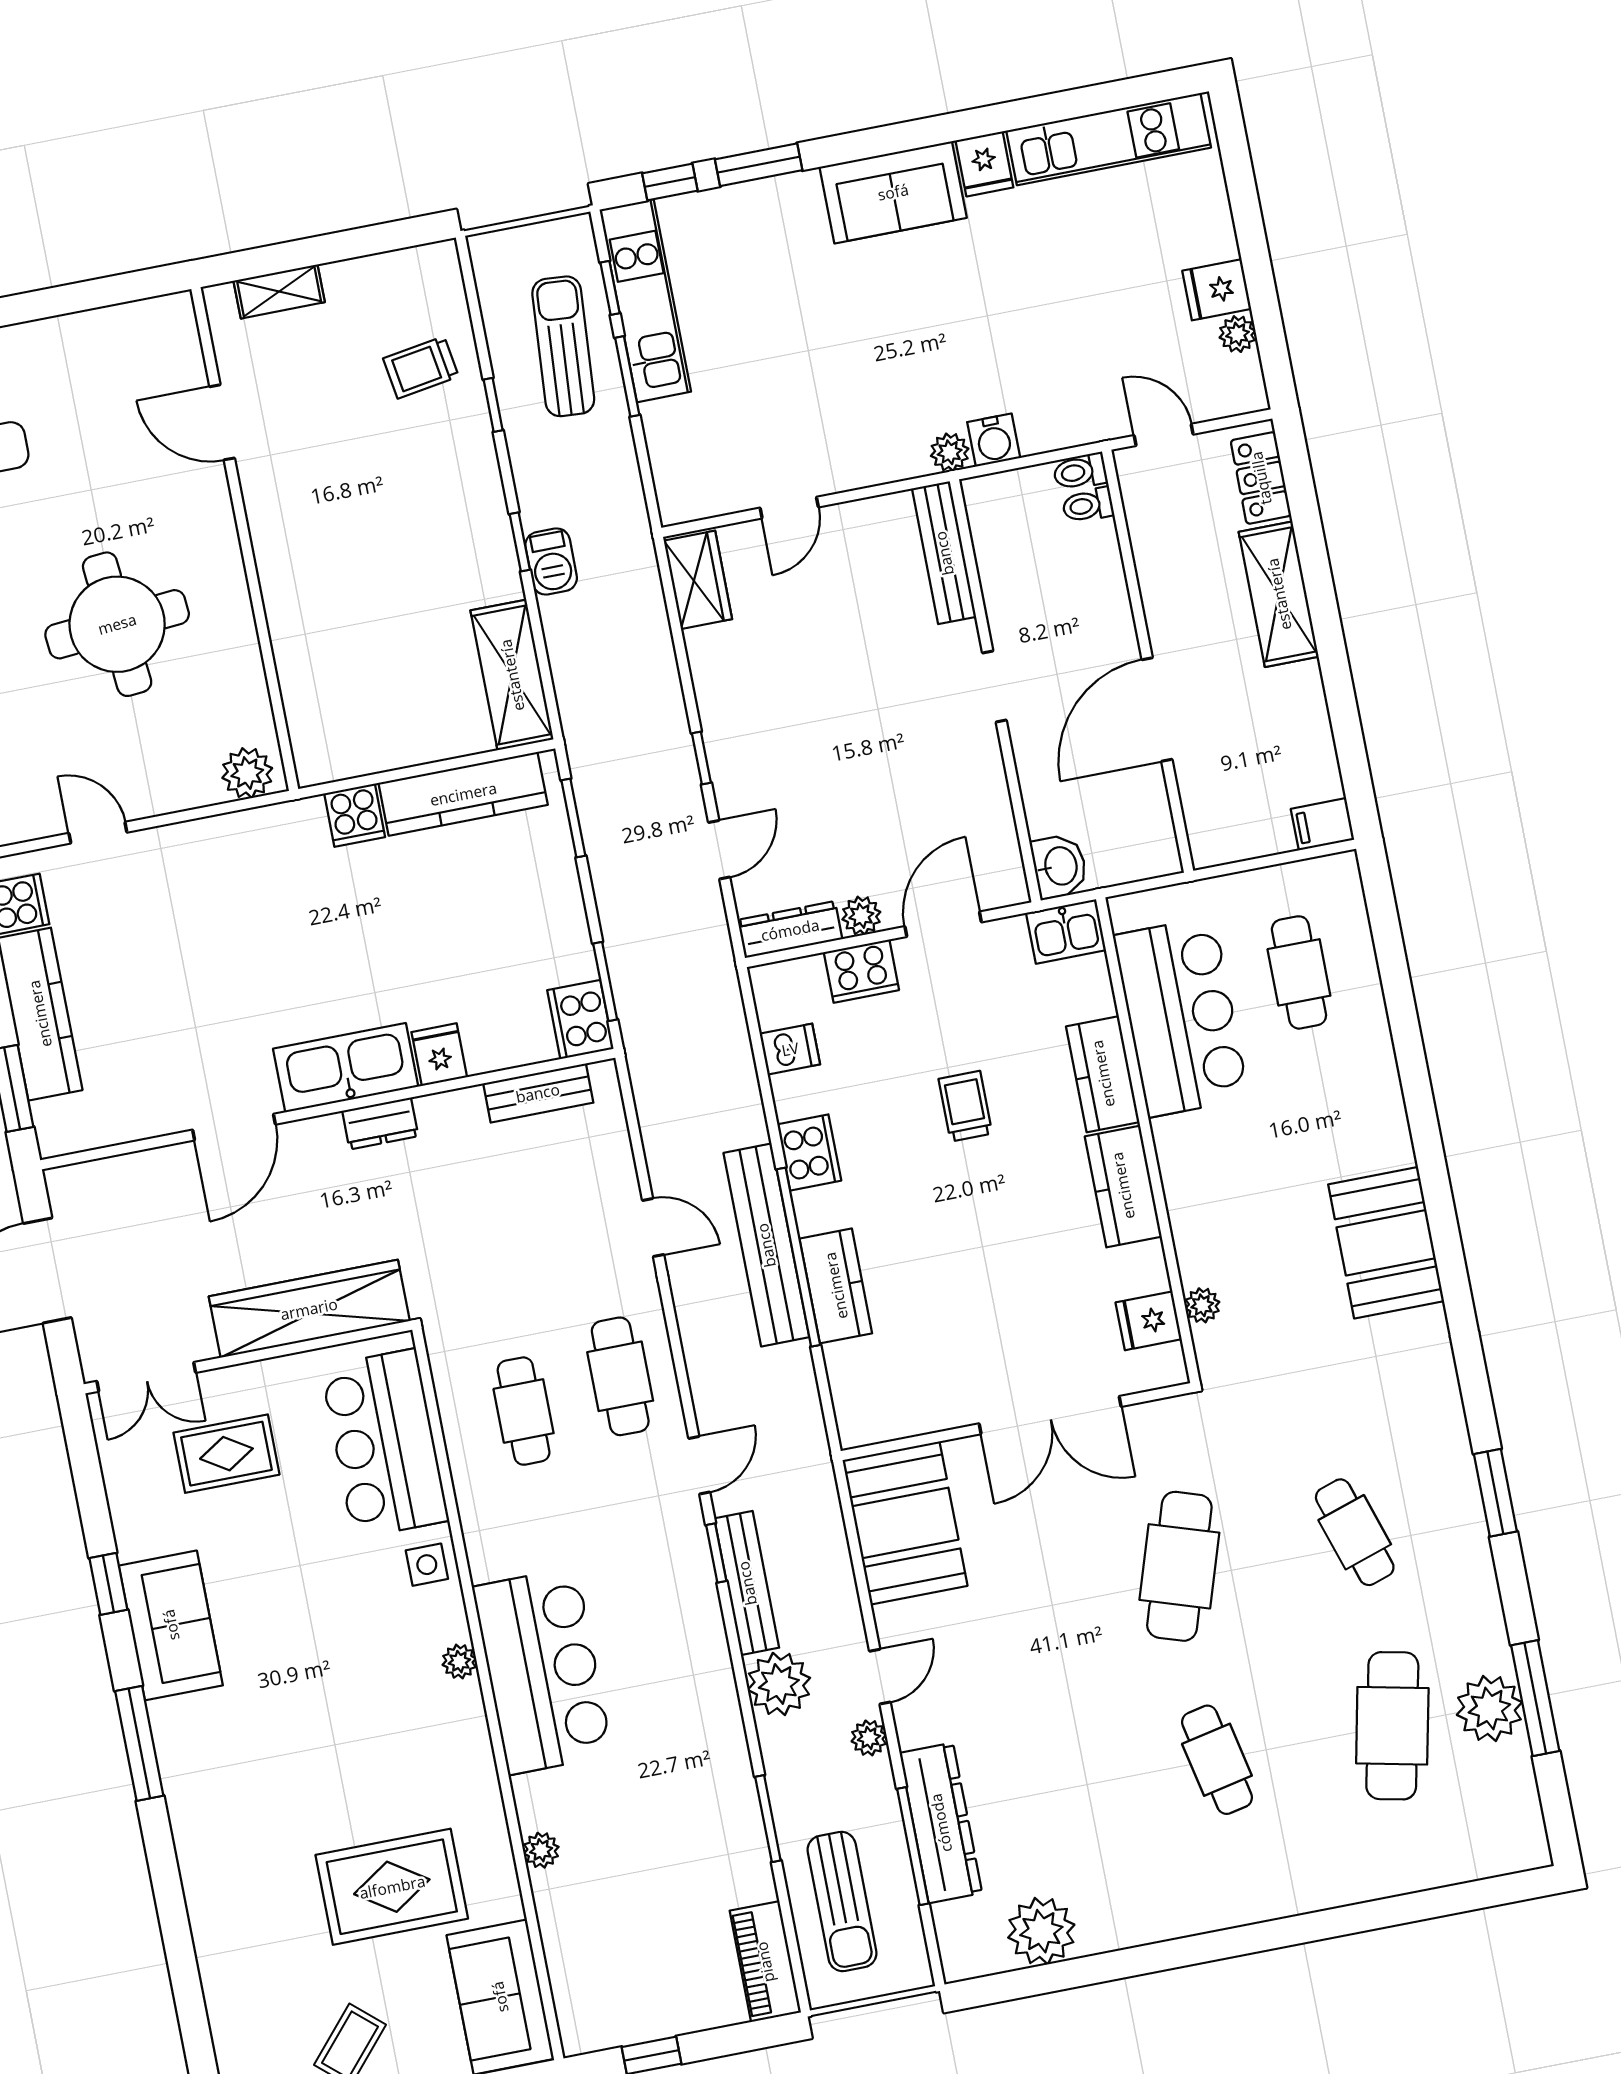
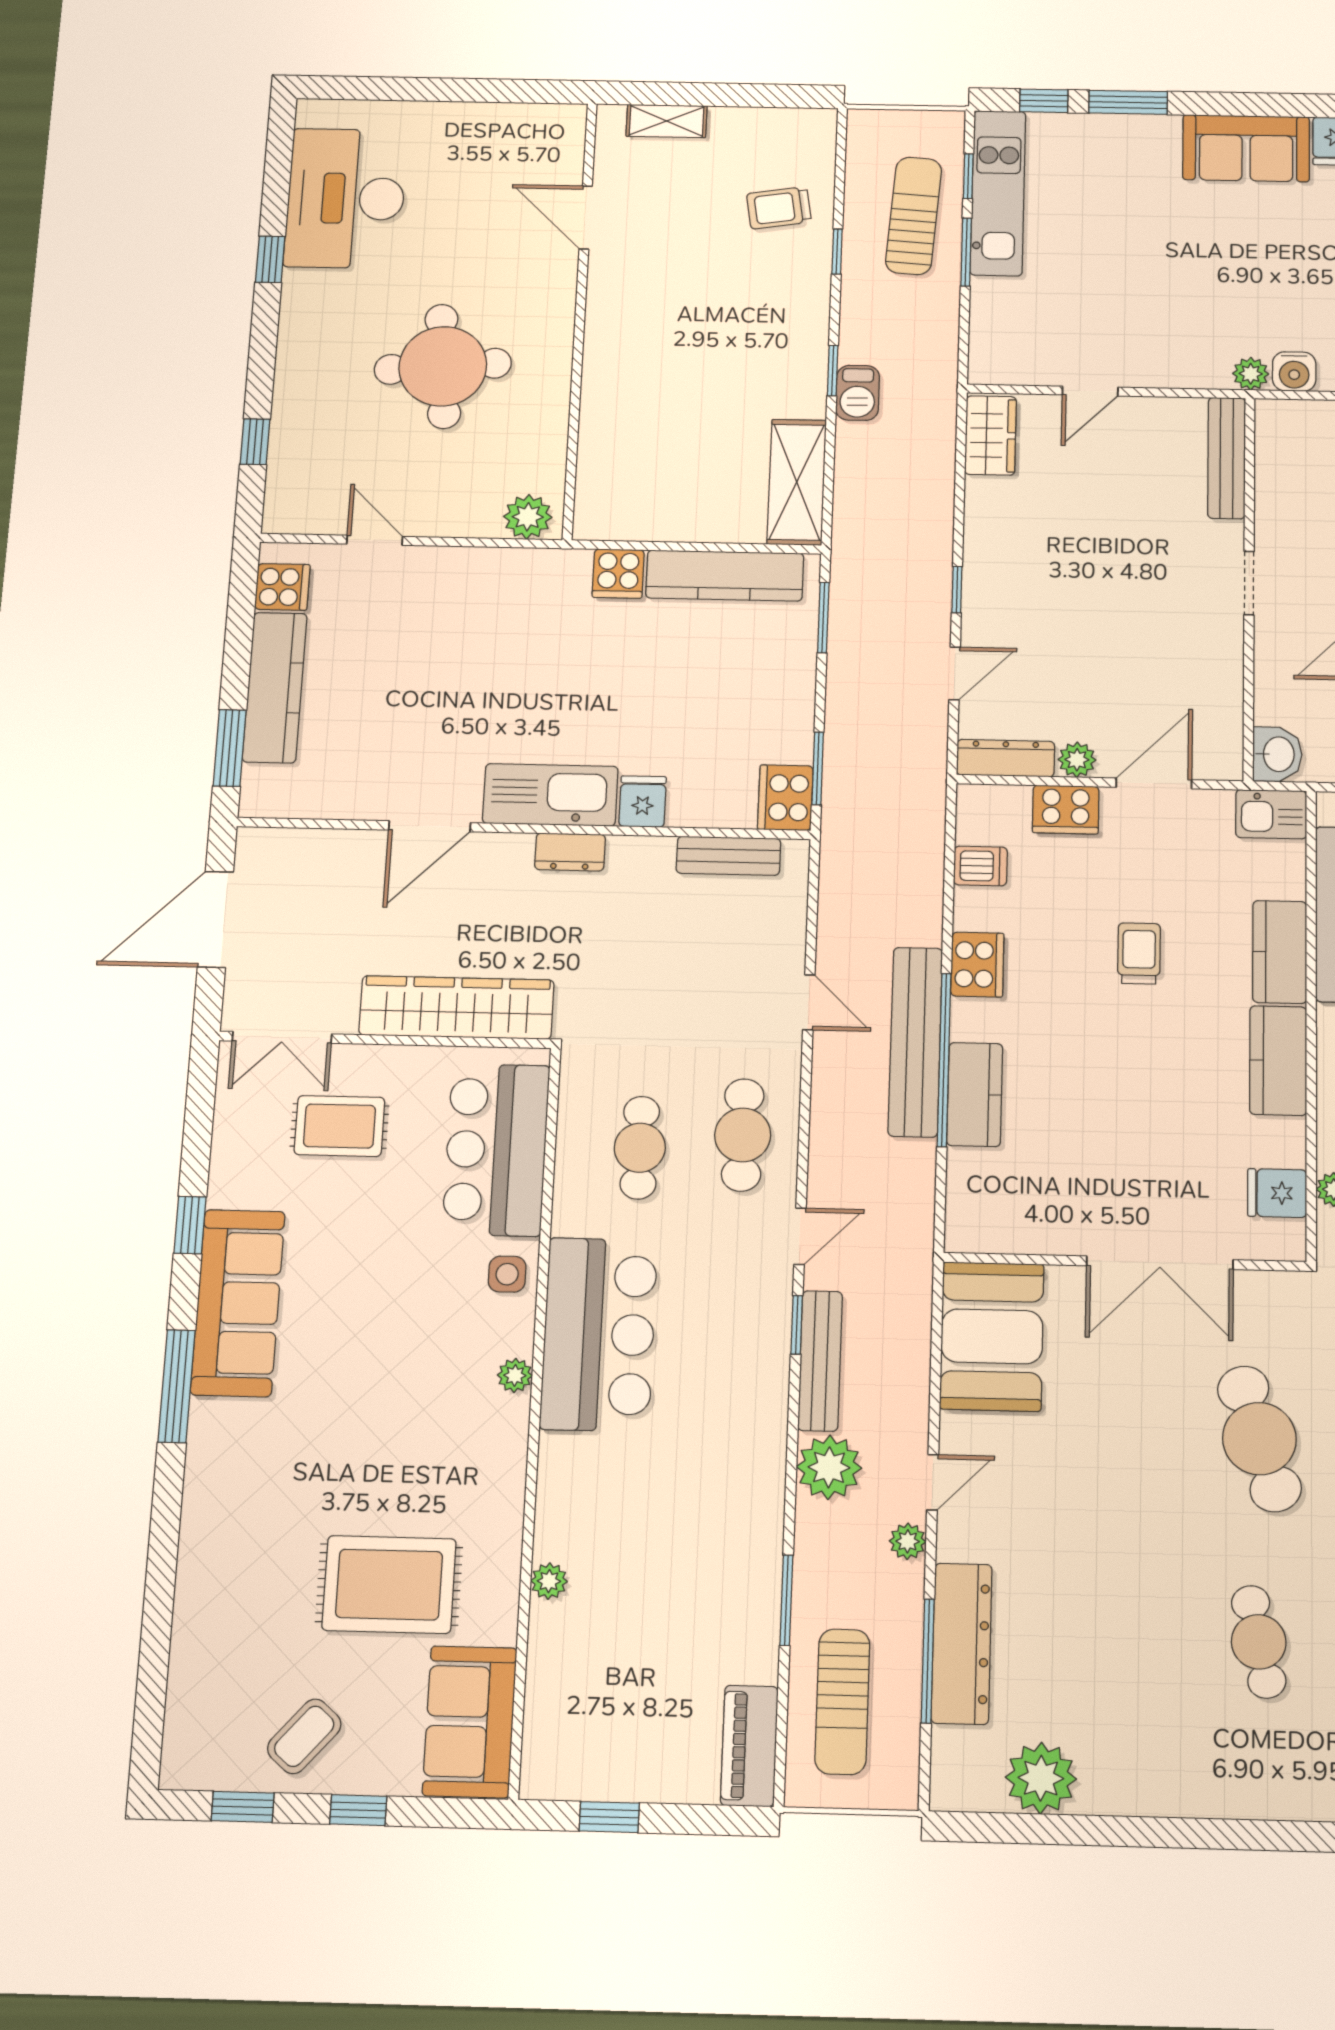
cafe table: (1179, 1566) -> (1259, 1439), turned -36
sofa: (171, 1625) -> (238, 1303), width x1.36
bar counter: (542, 1671) -> (599, 1334), moved

